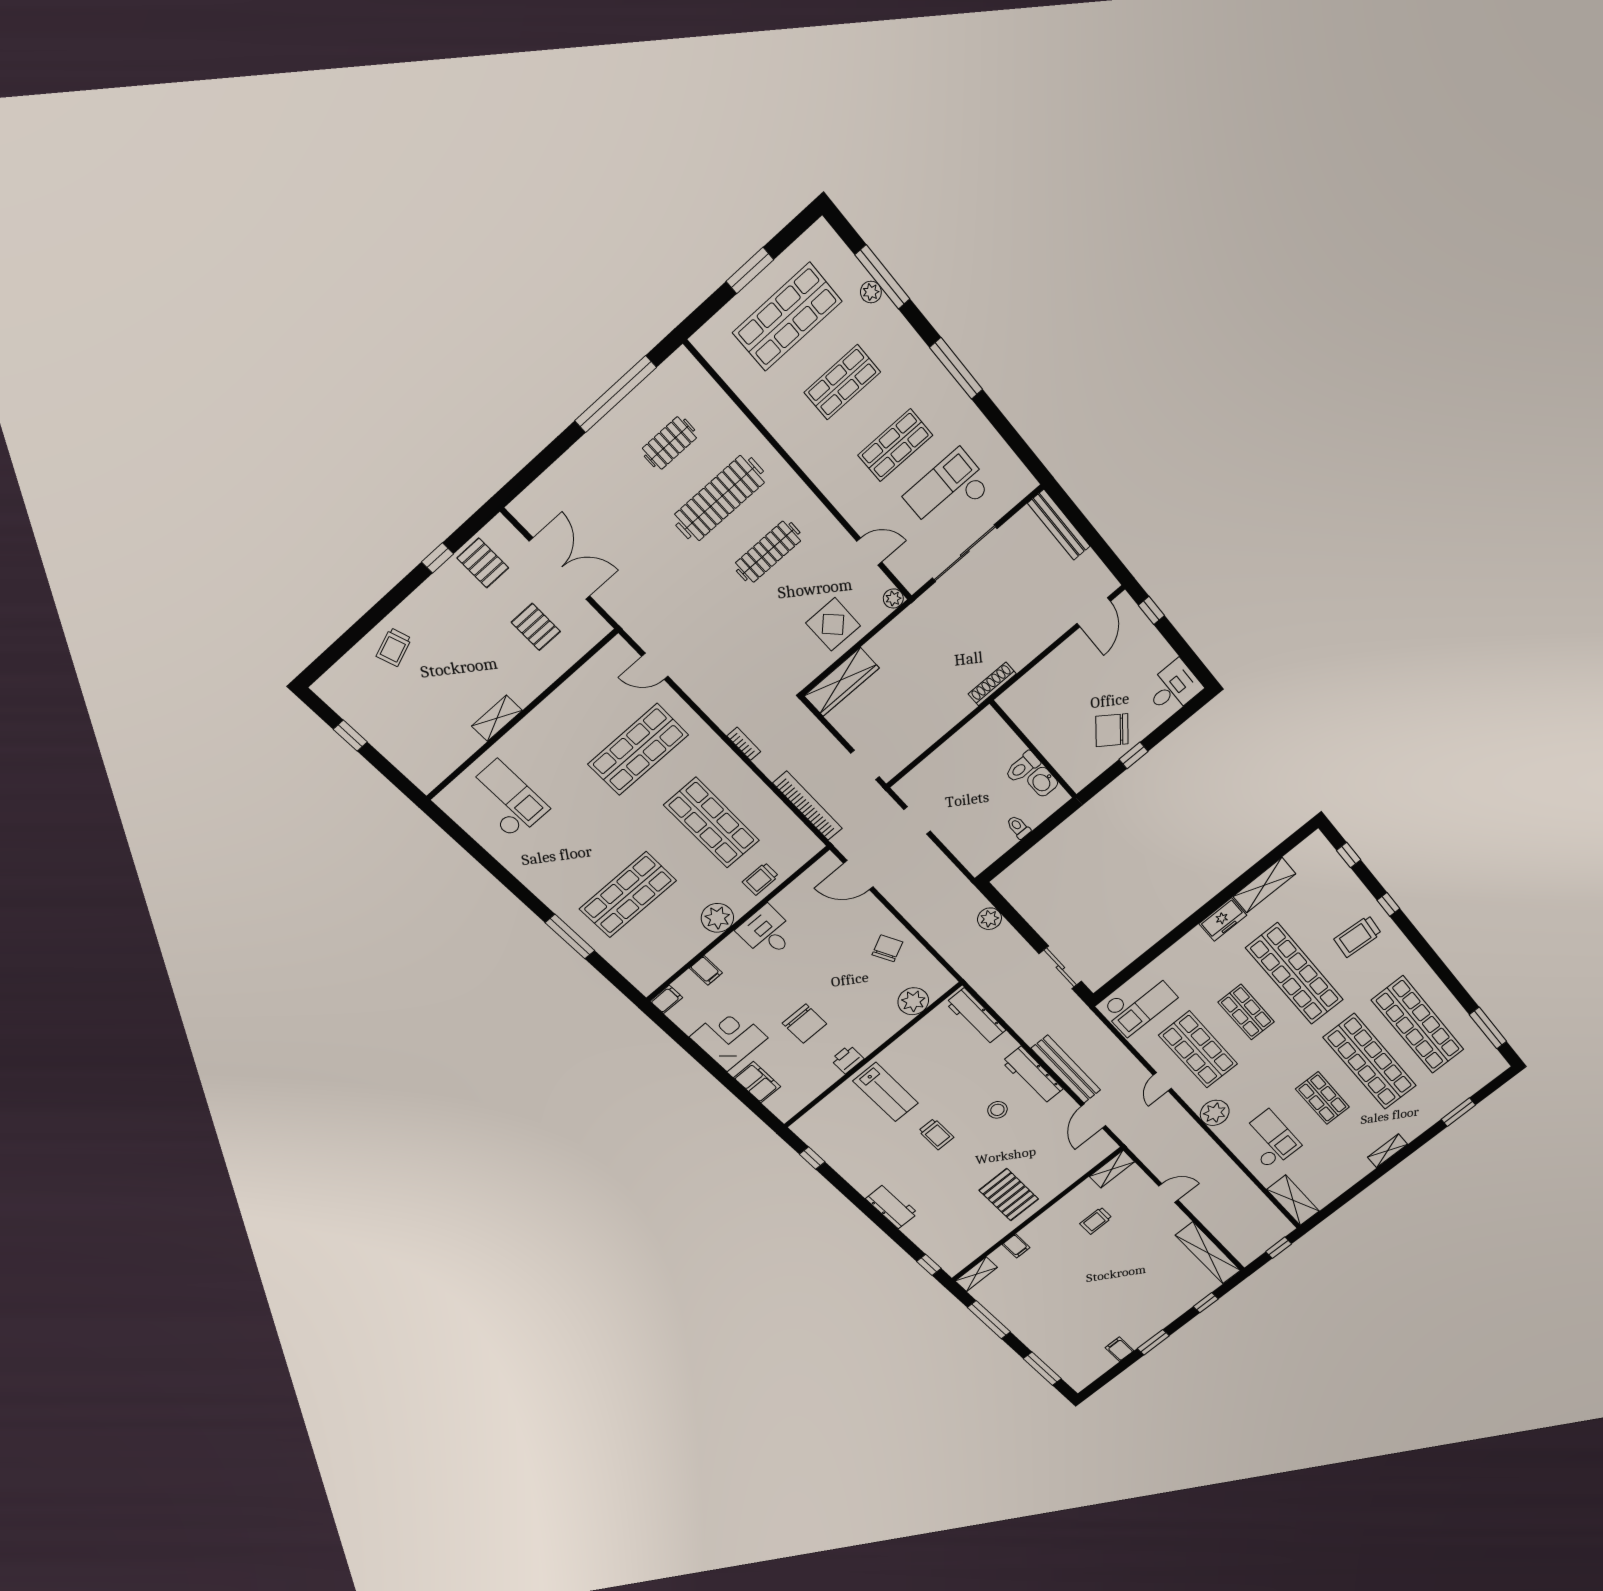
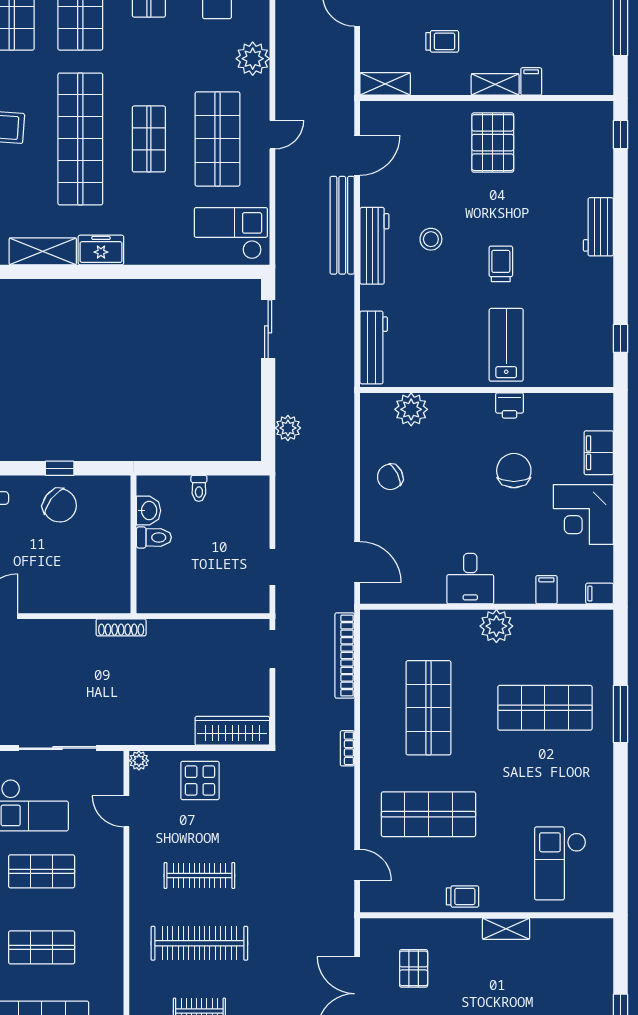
trolley: (760, 879) -> (463, 896), moved
shelving: (976, 1274) -> (495, 84), moved

